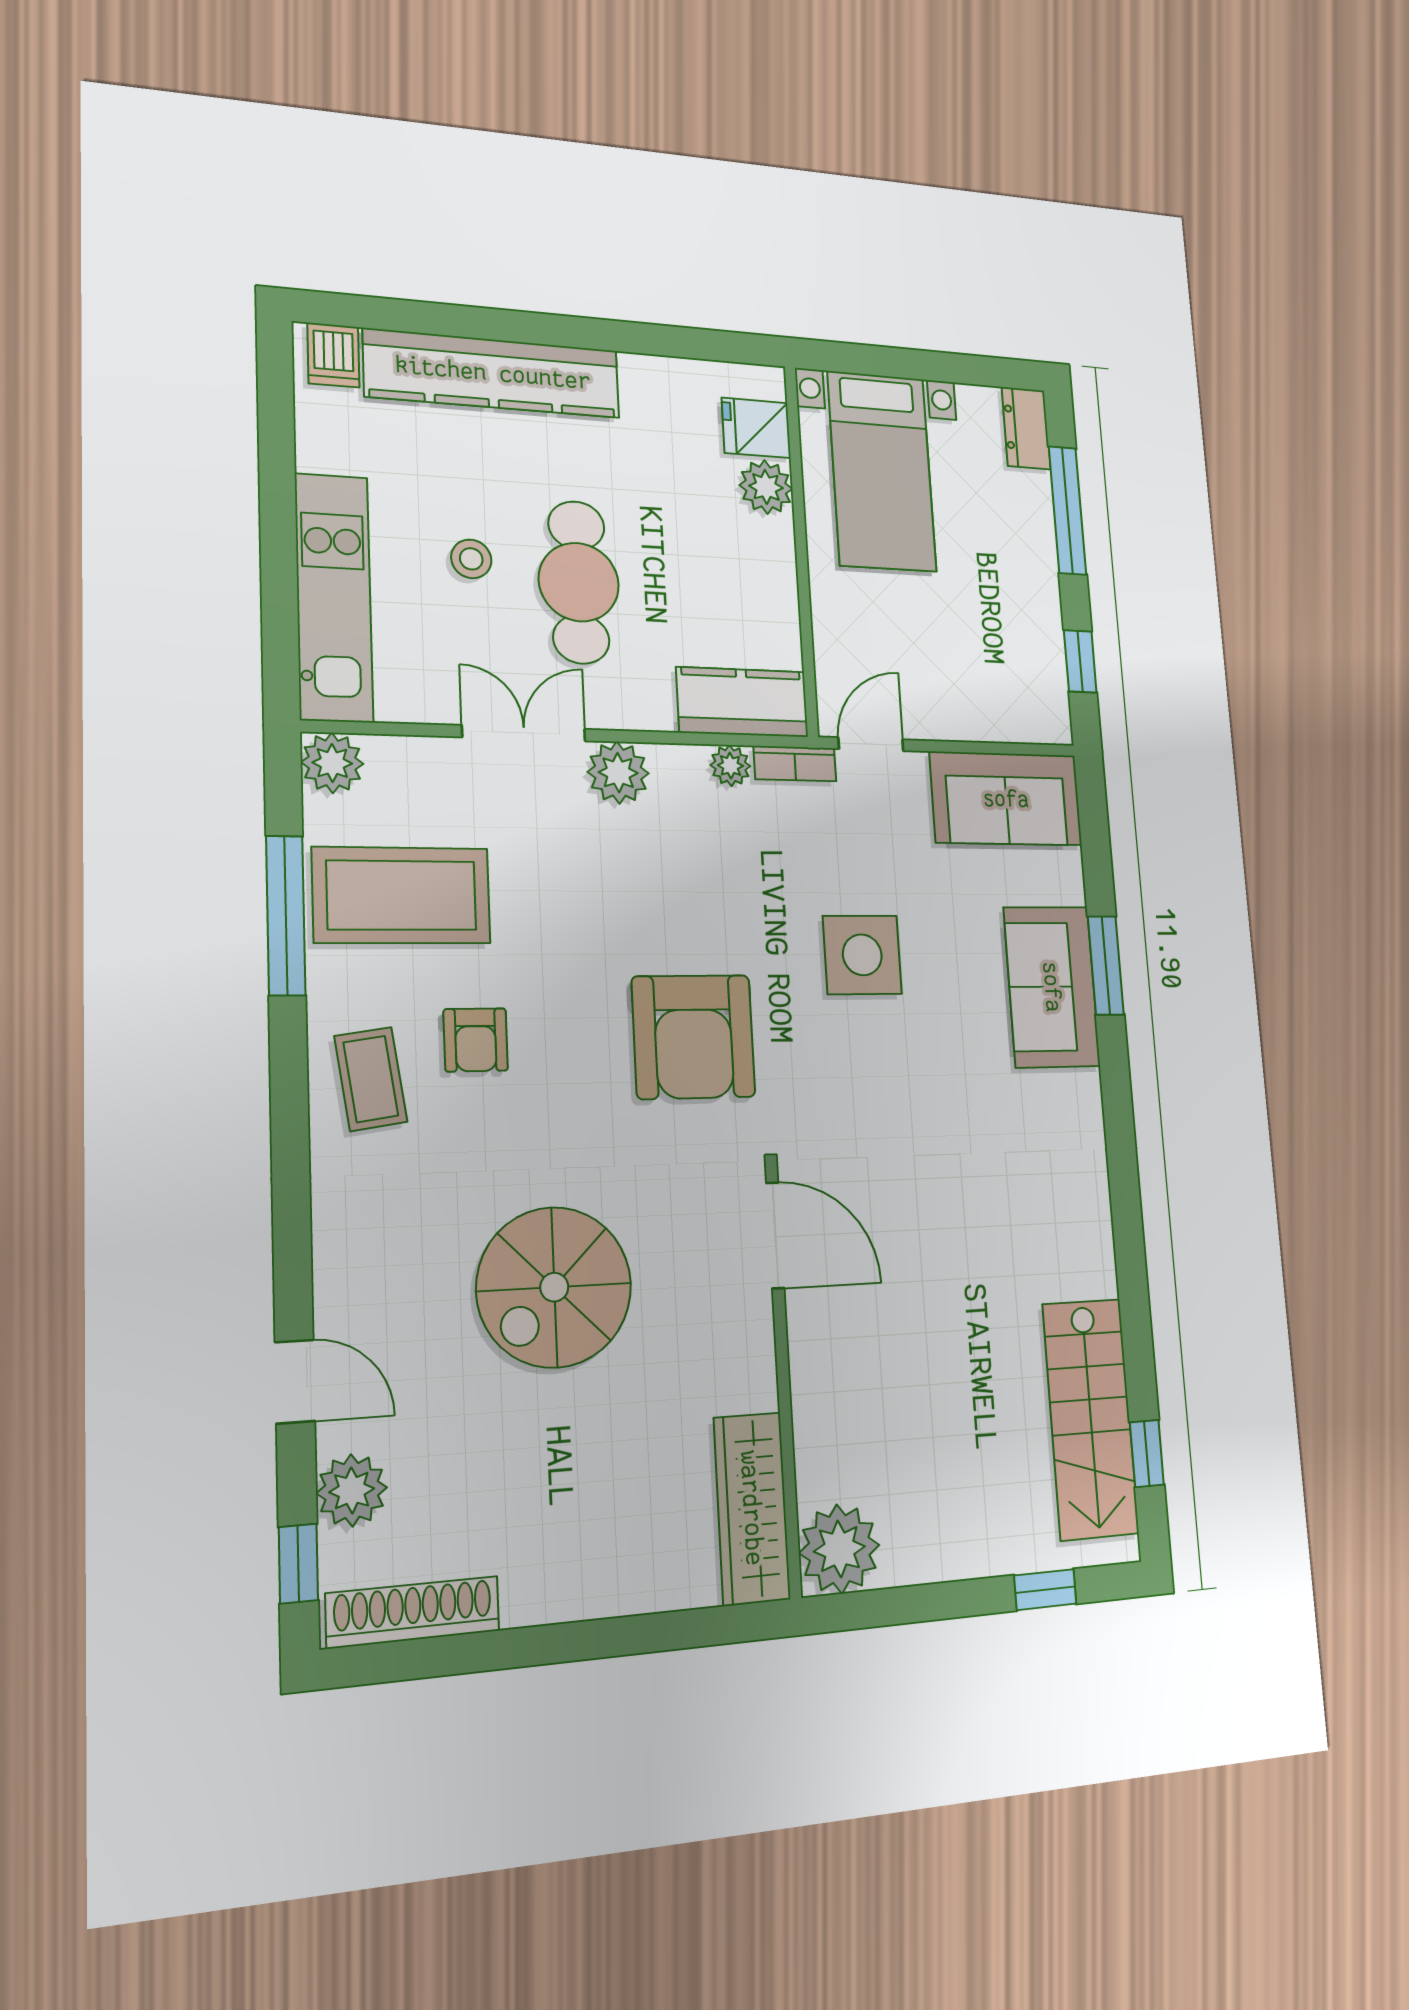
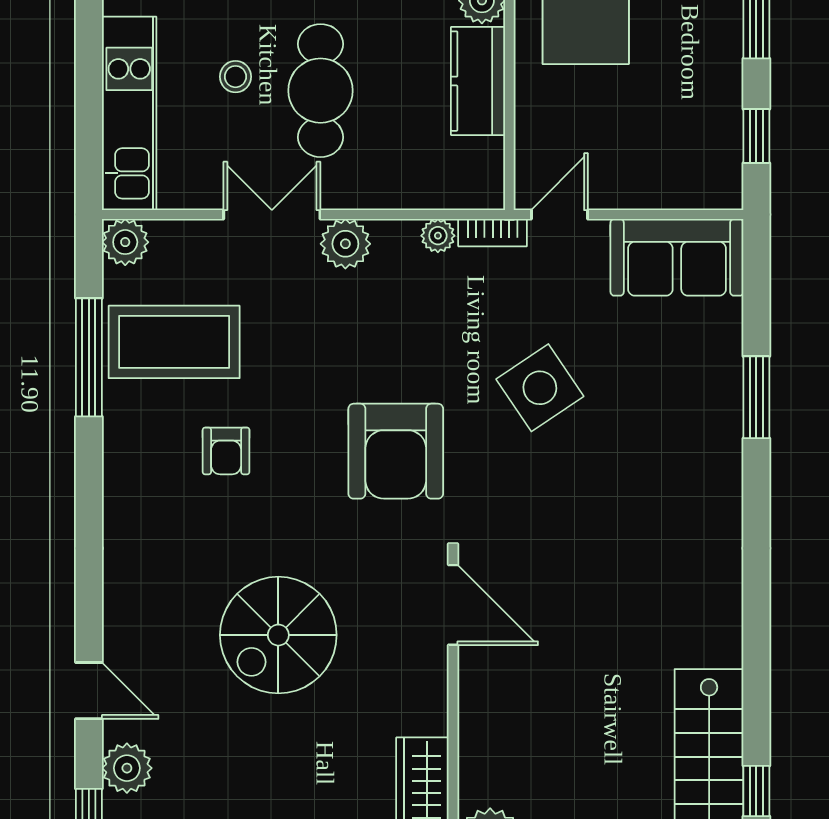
kitchen counter: (742, 702) -> (478, 81), moved, turned -90
side table: (862, 955) -> (540, 388), turned -34
sofa: (1052, 987) -> (705, 415), removed
coffee table: (371, 1079) -> (148, 478), removed

